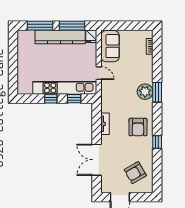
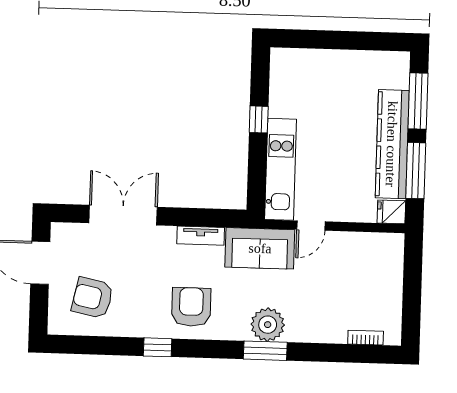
sofa: (110, 46) -> (260, 248), moved
kitchen unit: (65, 88) -> (281, 169), width x0.73
window: (74, 99) -> (257, 170), removed
armchair: (138, 127) -> (191, 307), turned 90
armchair: (135, 173) -> (92, 298), turned -48

